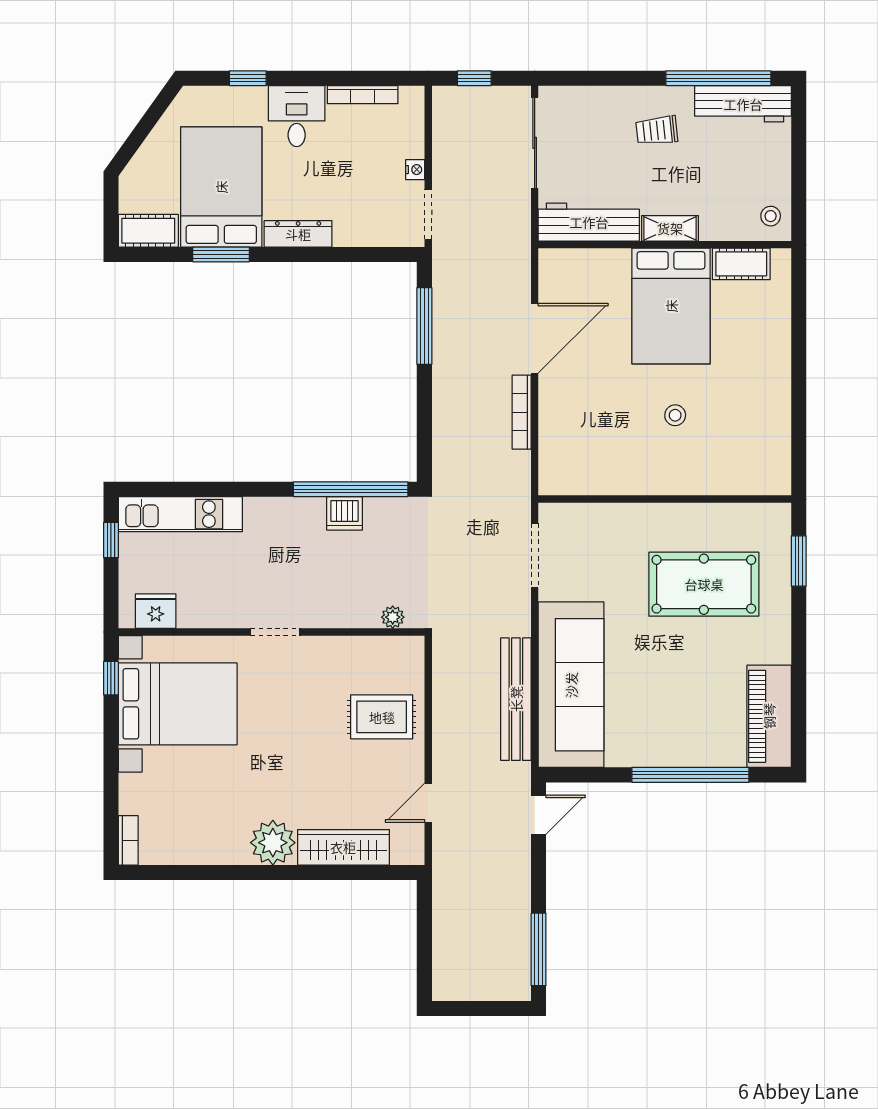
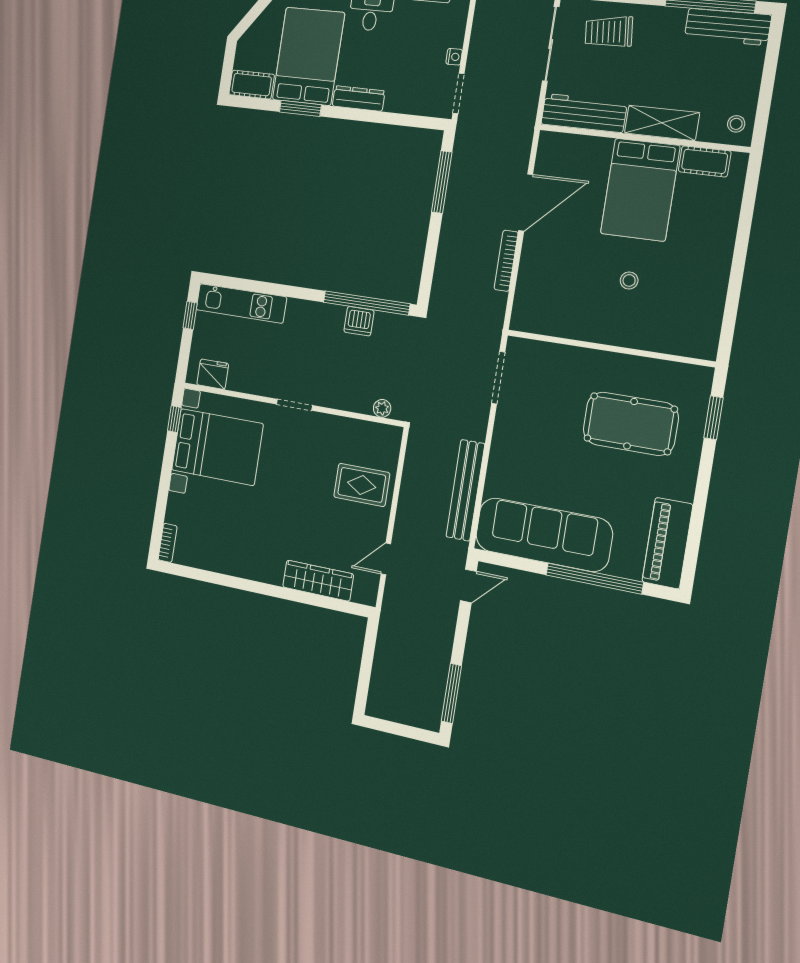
trolley: (657, 130) -> (609, 32), moved, width x1.36, depth x1.39
shelving: (670, 228) -> (662, 123), width x1.50, depth x1.33
sofa: (571, 685) -> (544, 535), moved, turned -90
plant: (273, 843) -> (268, 566), removed

